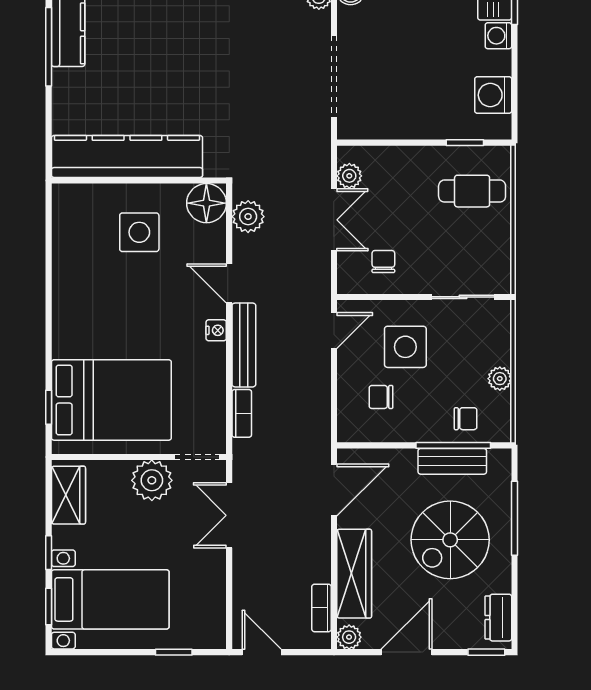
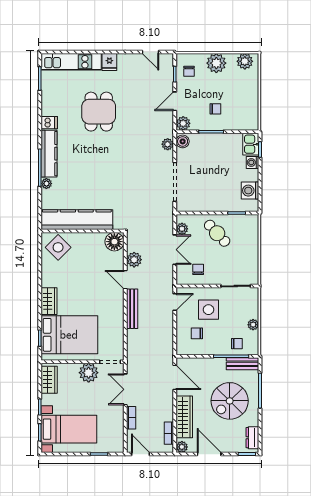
plant: (63, 80) -> (46, 184), added
cafe table: (472, 191) -> (217, 233), moved, turned 47
plant: (248, 217) -> (134, 260), moved
side table: (139, 232) -> (58, 247), moved, turned 45
wardrobe: (68, 329) -> (49, 301), added
nightstand: (216, 330) -> (119, 302), removed
bookcase: (242, 413) -> (131, 418), moved
bench: (452, 461) -> (243, 364), moved
door: (334, 490) -> (175, 377), hinge flipped
door: (407, 652) -> (209, 454), hinge flipped

